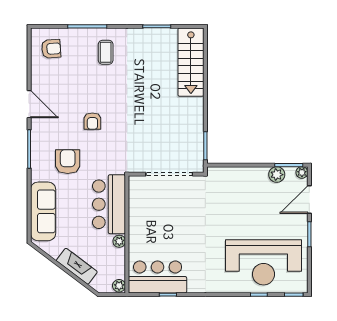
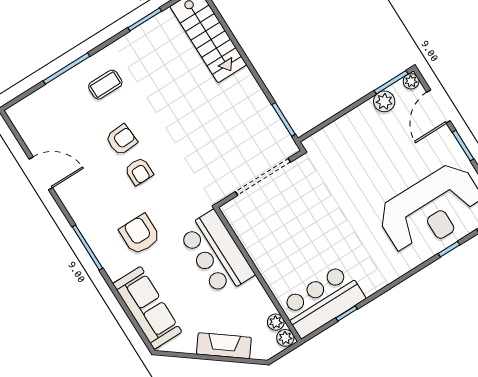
armchair: (51, 49) -> (121, 140), moved
coffee table: (106, 52) -> (105, 85), turned 90
door: (29, 104) -> (41, 173), moved
plant: (119, 241) -> (276, 322), moved

